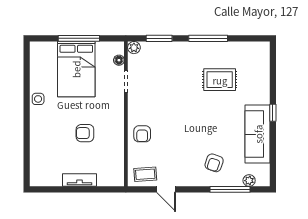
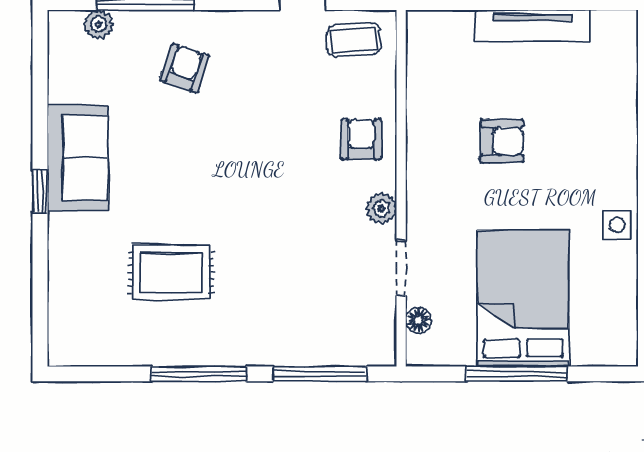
window: (159, 38) -> (320, 374), width x1.44
plant: (134, 48) -> (381, 208), moved
sofa: (258, 134) -> (78, 158), width x0.73
tv unit: (79, 180) -> (532, 26), width x1.41

